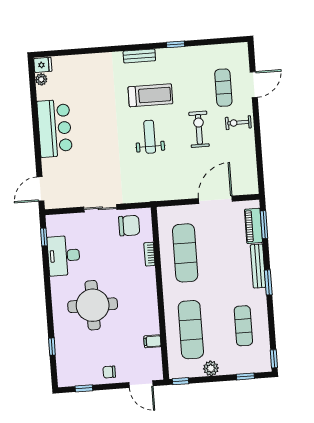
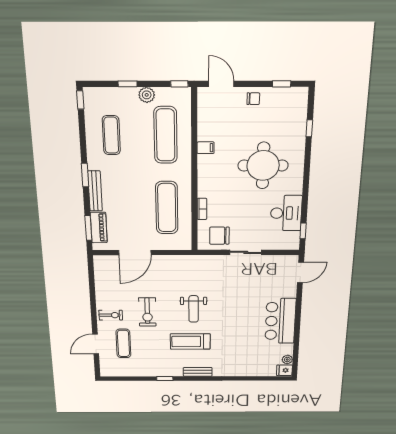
filing cabinet: (152, 341) -> (206, 148), moved
window: (245, 376) -> (128, 84), moved

